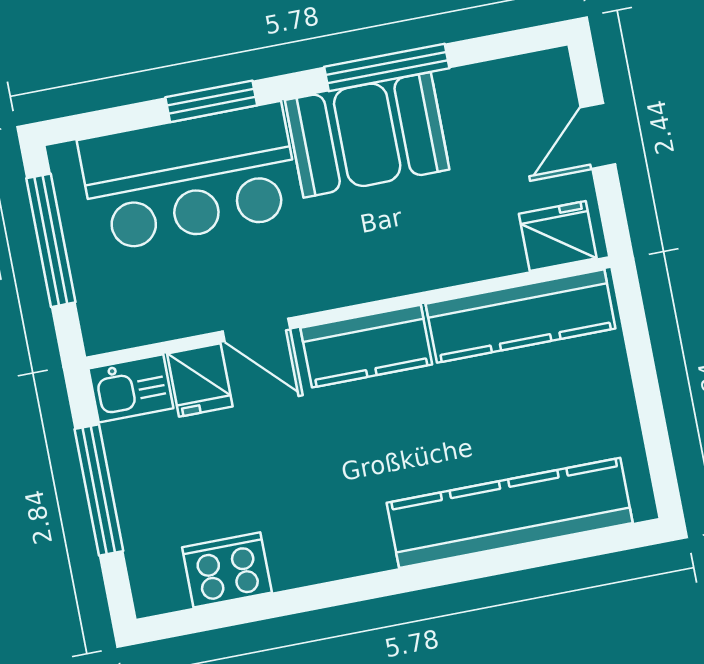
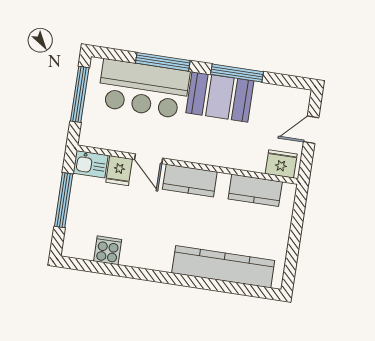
window: (211, 101) -> (163, 62), width x1.44
kitchen counter: (521, 316) -> (255, 190), width x0.67
cooker: (227, 570) -> (108, 250), width x0.73

